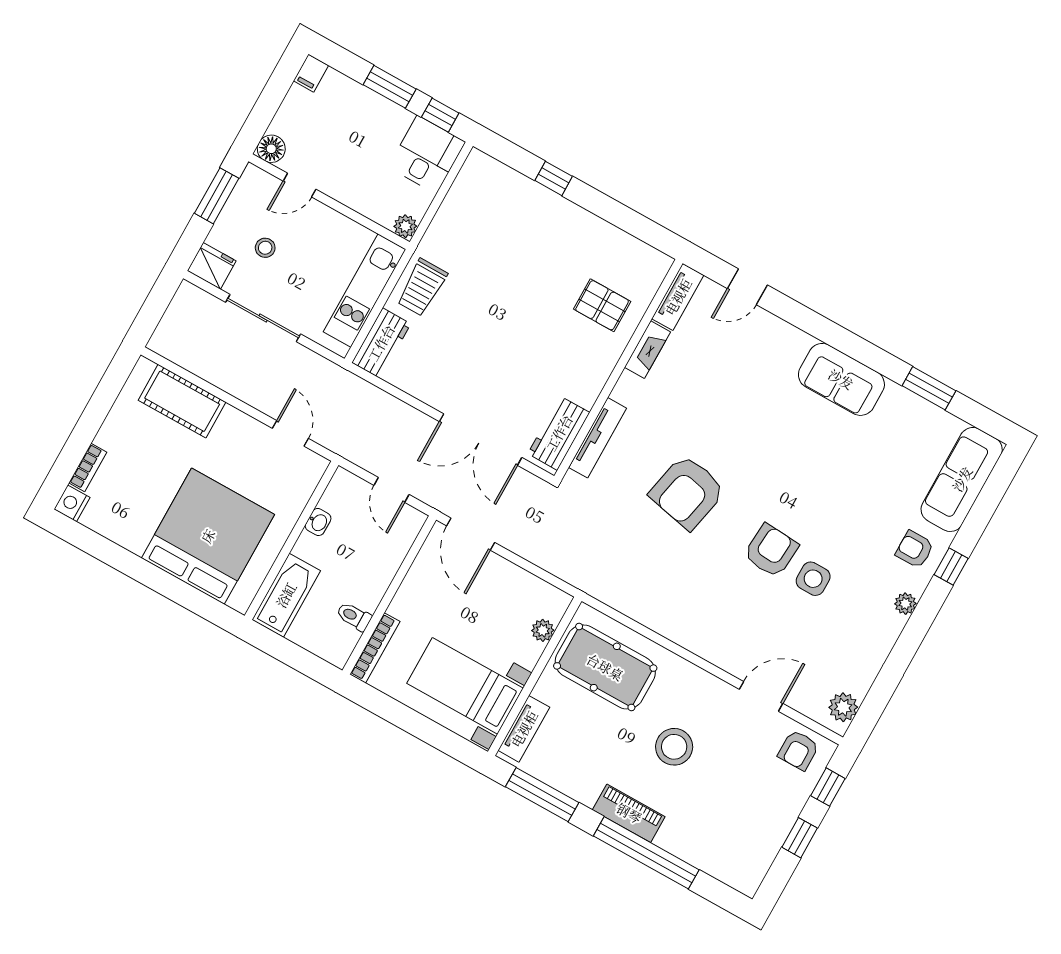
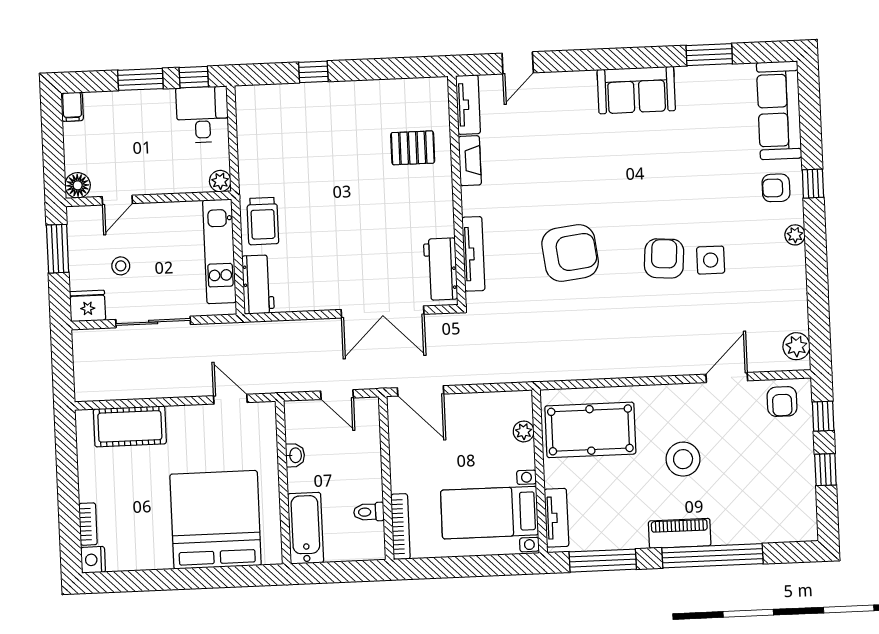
armchair: (687, 492) -> (570, 253), turned -109

